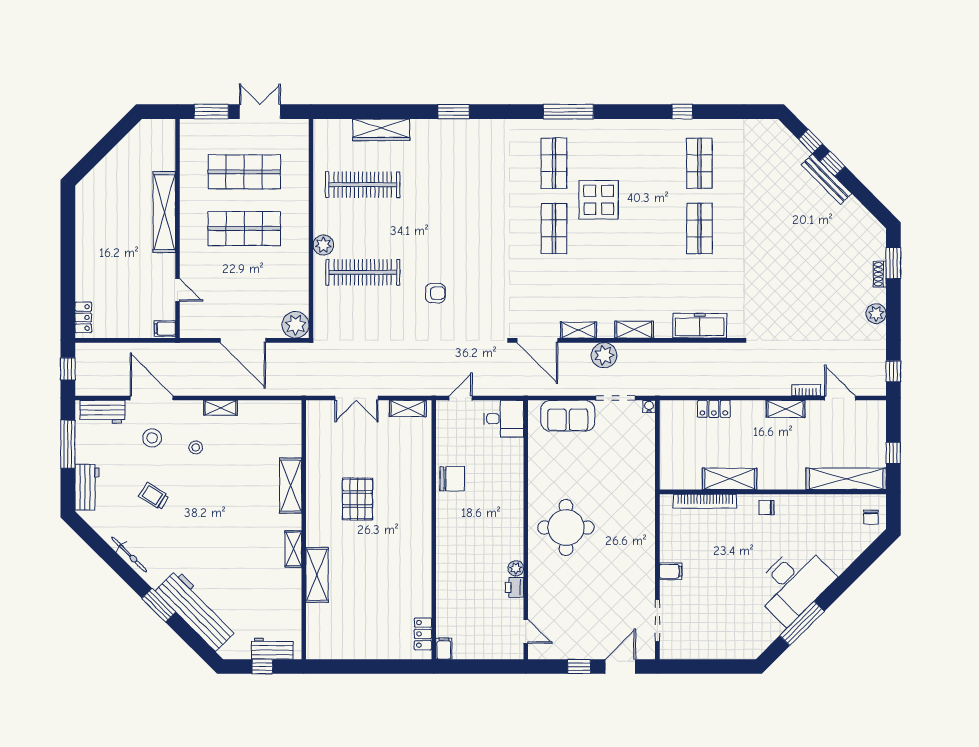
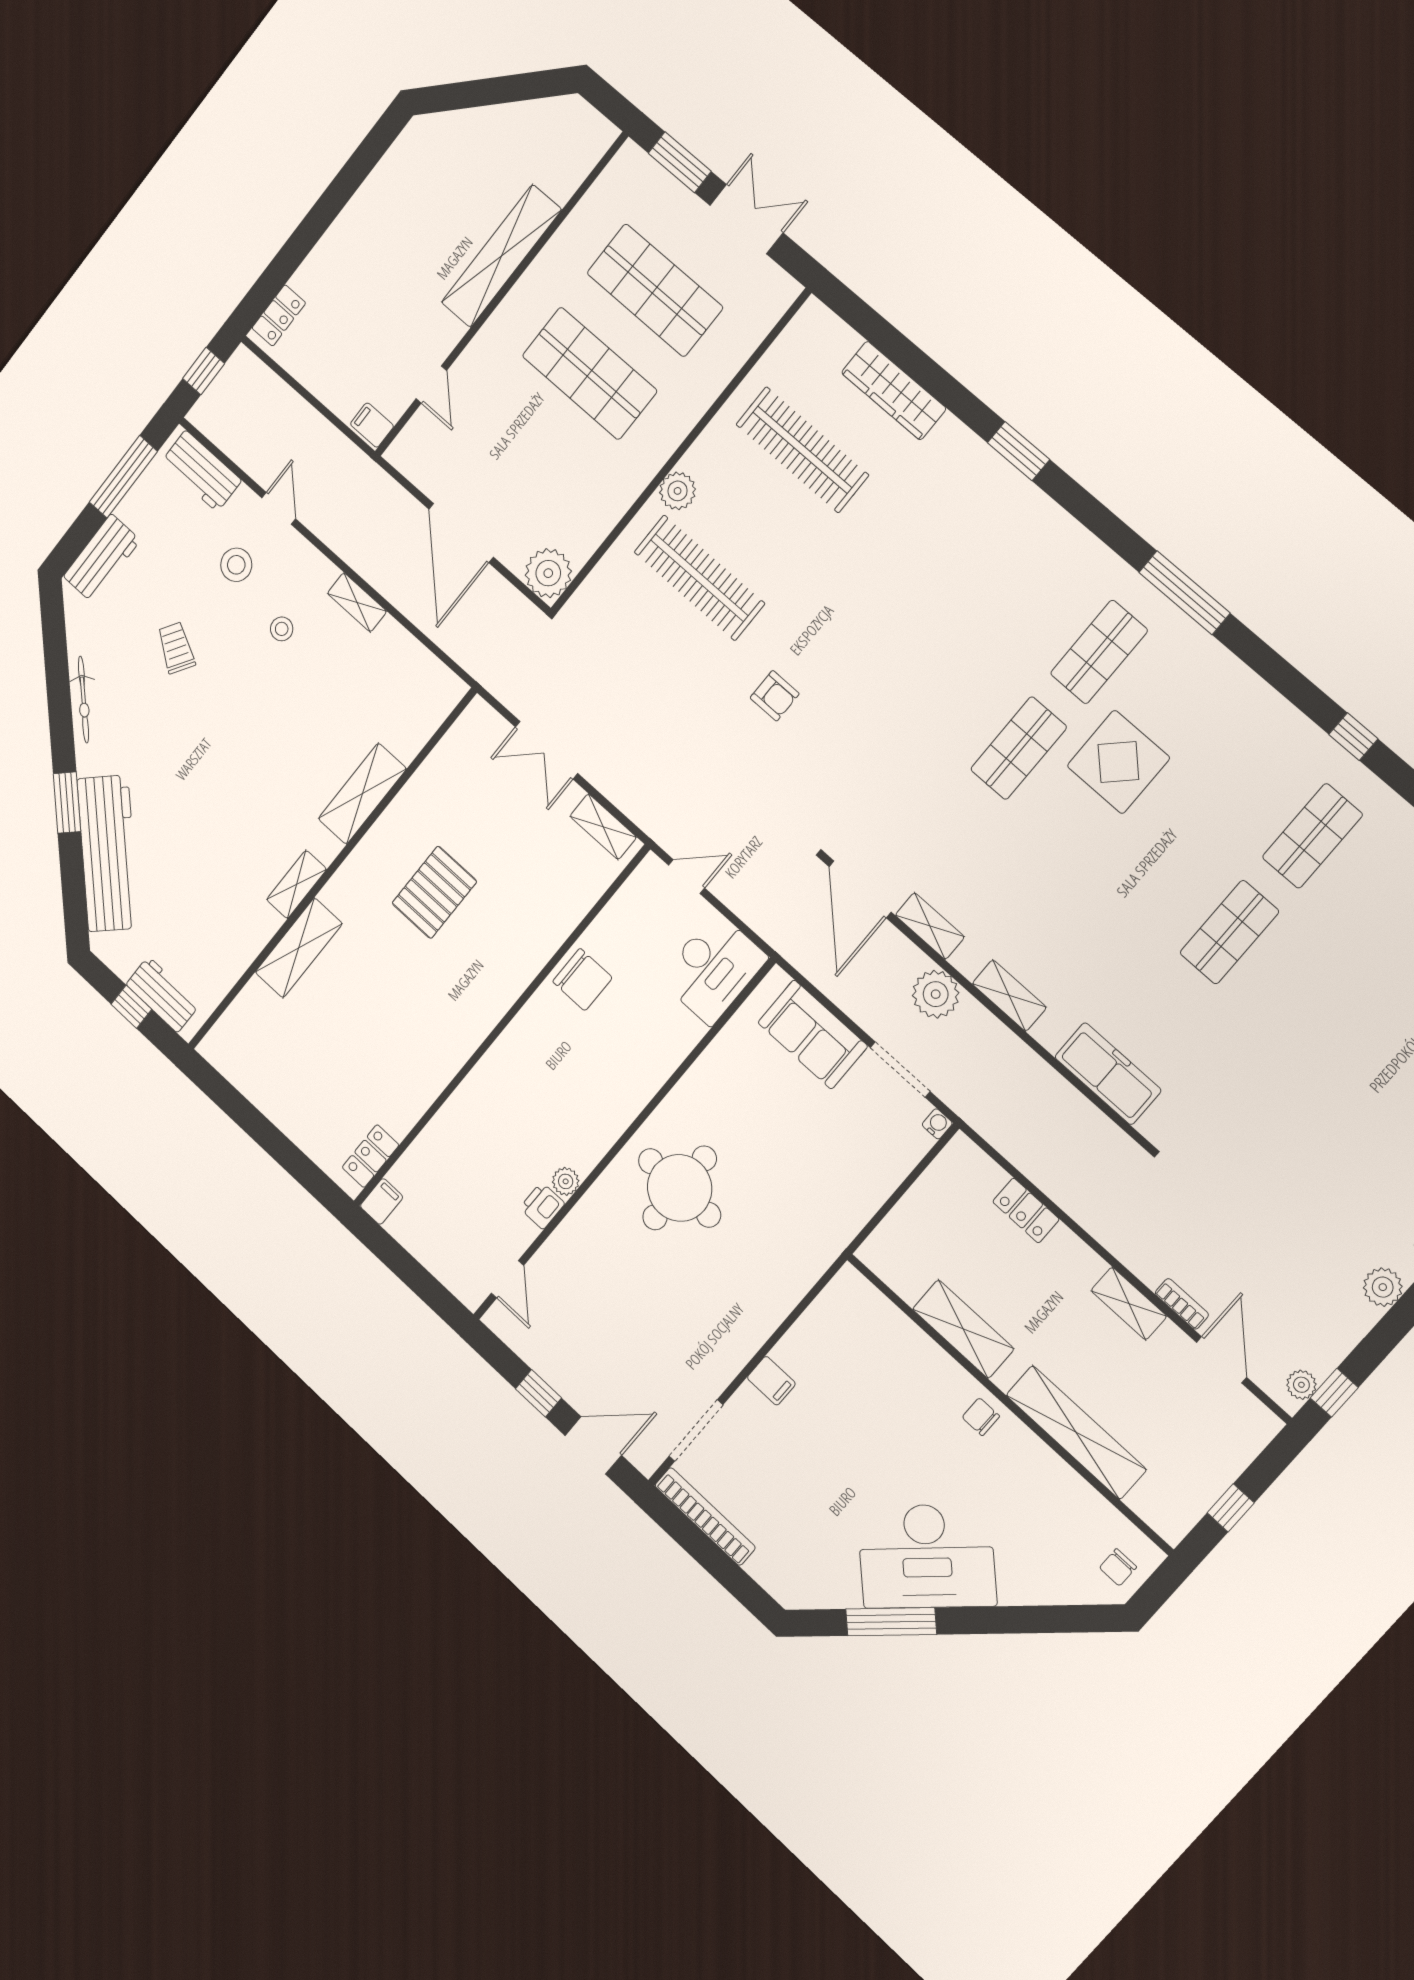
plant: (878, 380) -> (1301, 1385), added
door: (152, 398) -> (279, 508), width x0.53
desk: (504, 419) -> (713, 968), width x1.37
shelving: (846, 479) -> (1076, 1432), moved
bookcase: (705, 501) -> (705, 1516), moved, turned 180

